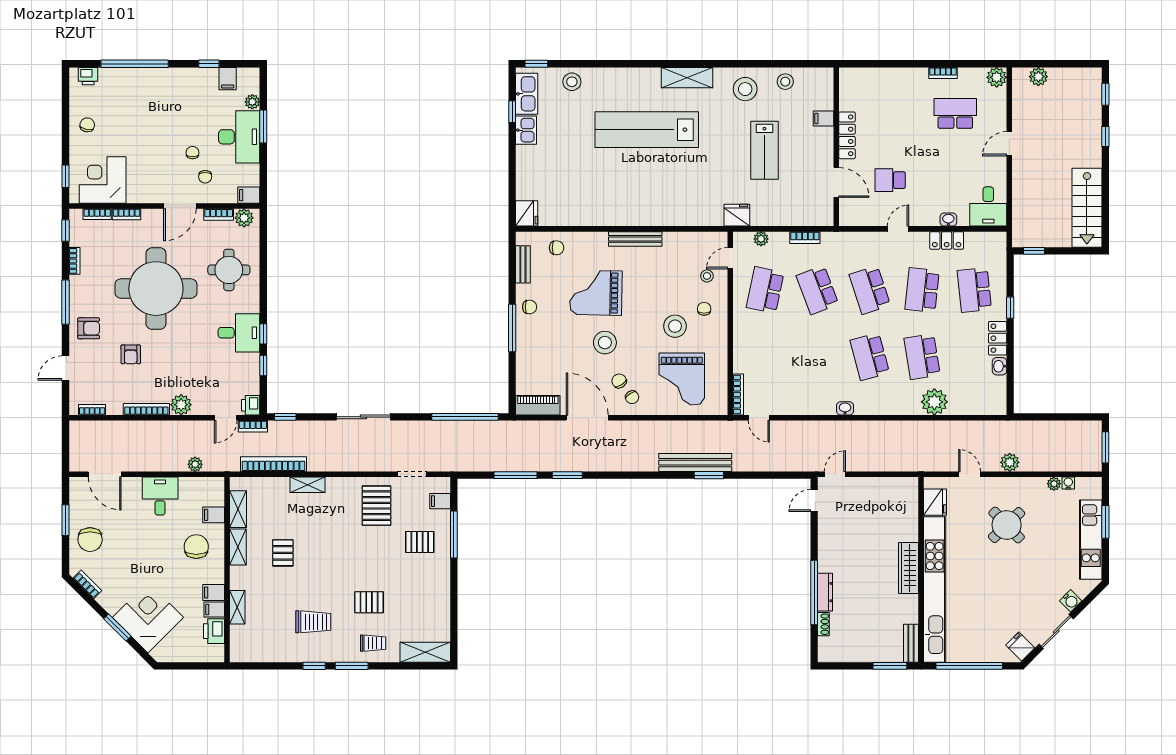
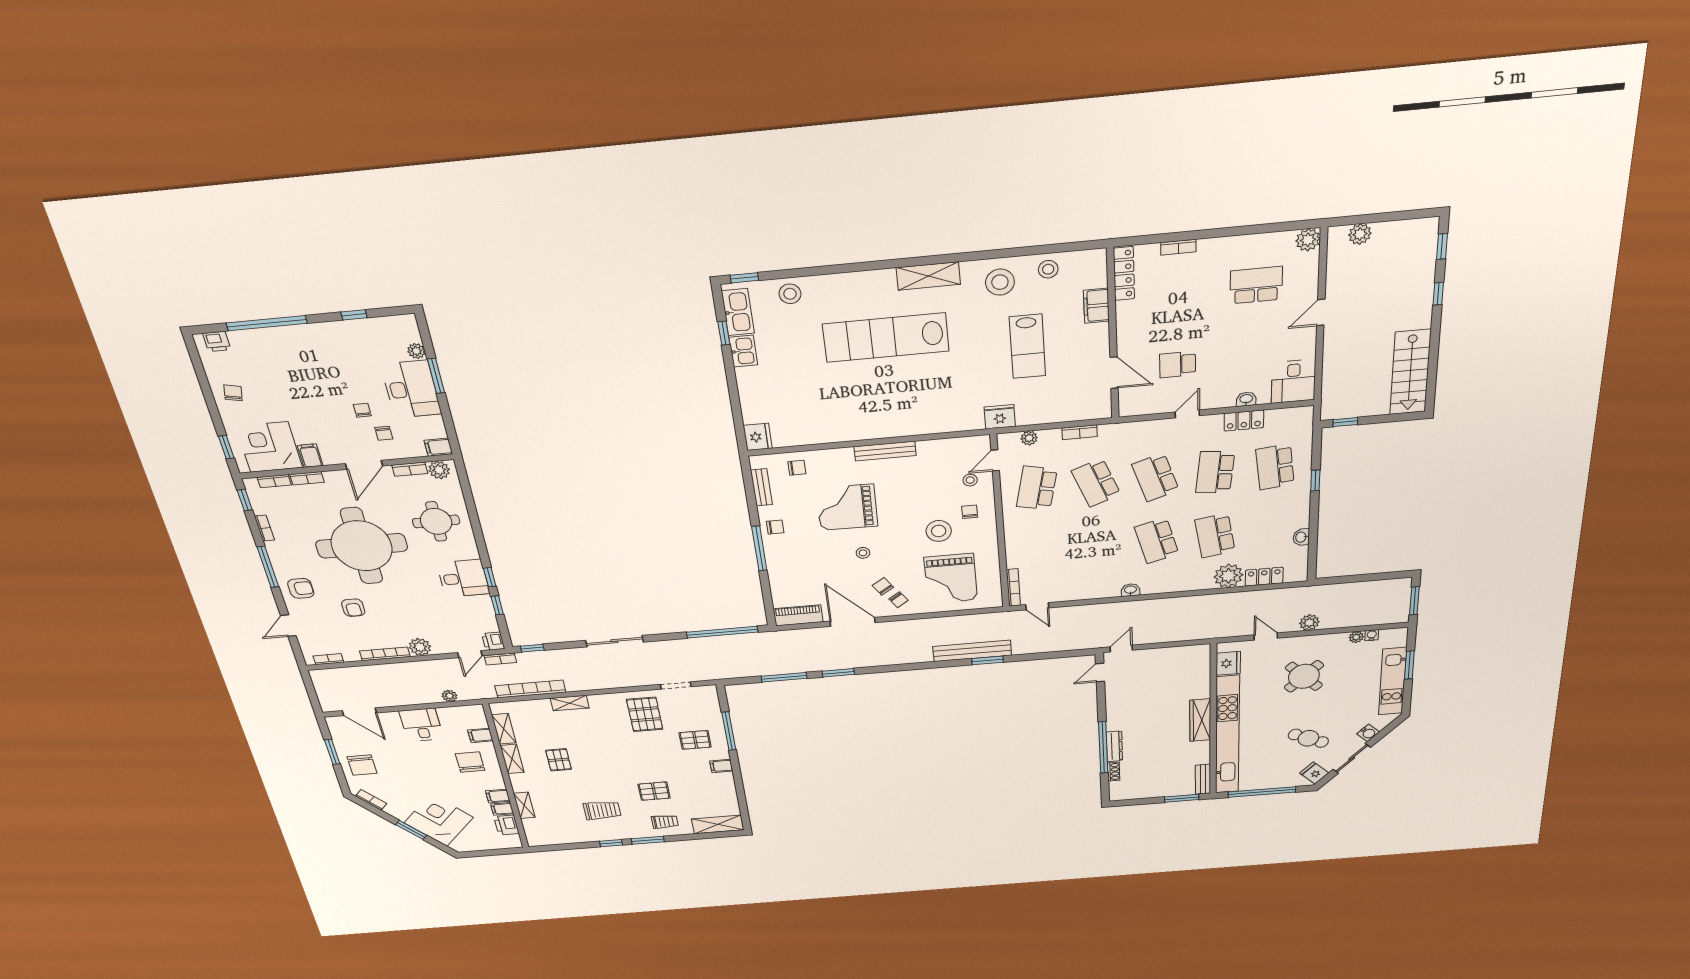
bookcase: (943, 73) -> (1178, 247), moved
filing cabinet: (228, 79) -> (310, 456), moved, turned 180
filing cabinet: (823, 118) -> (1096, 306), width x2.00
locker: (847, 135) -> (1124, 274), moved
locker: (998, 338) -> (1264, 577), moved, turned 90
stool: (605, 343) -> (863, 553), width x0.53, depth x0.53
filing cabinet: (440, 501) -> (721, 766), moved
cafe table: (1013, 602) -> (1308, 738), added

